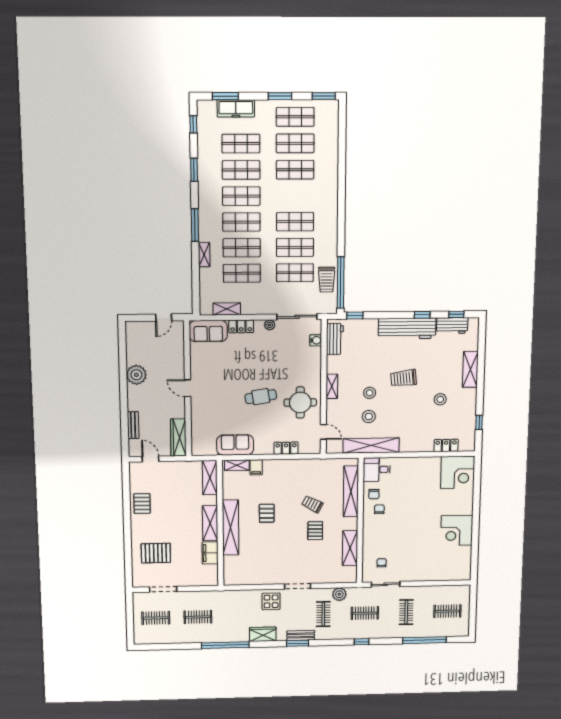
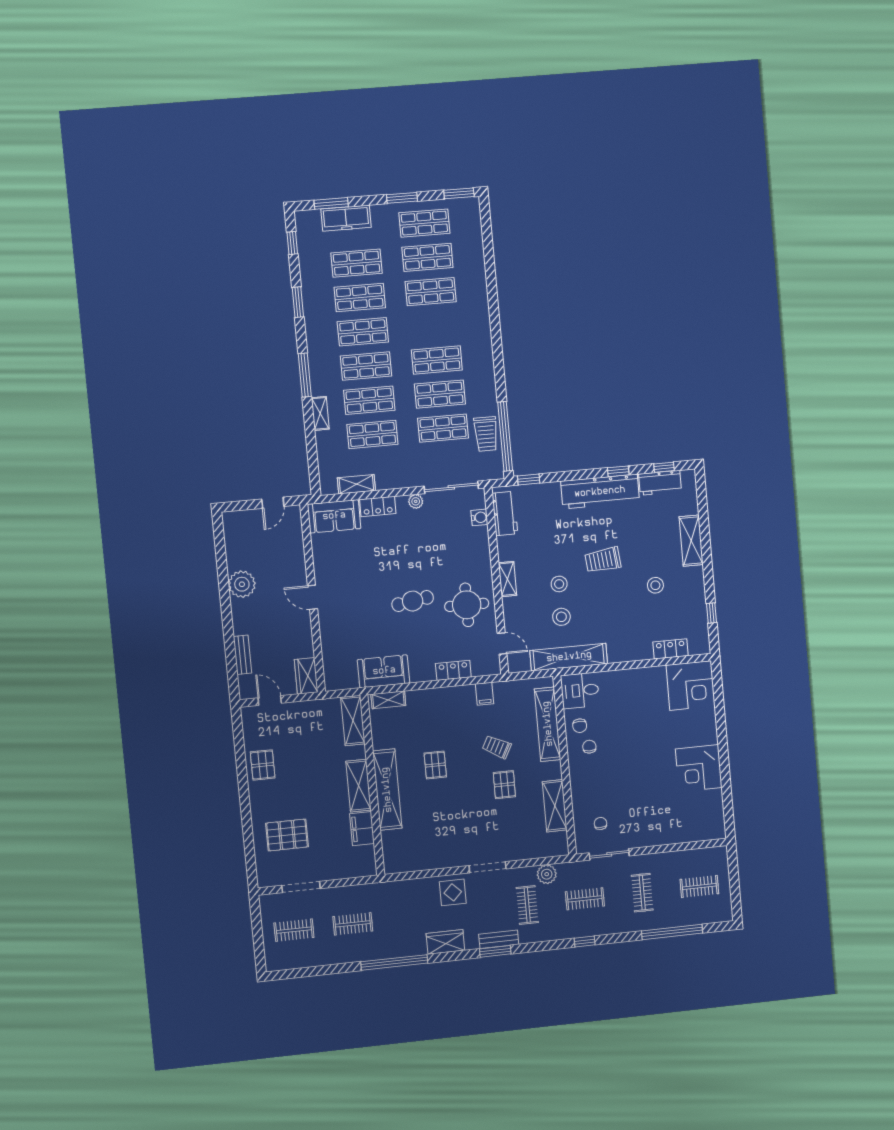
wardrobe: (178, 437) -> (306, 676), width x0.67
filing cabinet: (256, 467) -> (484, 694), moved

